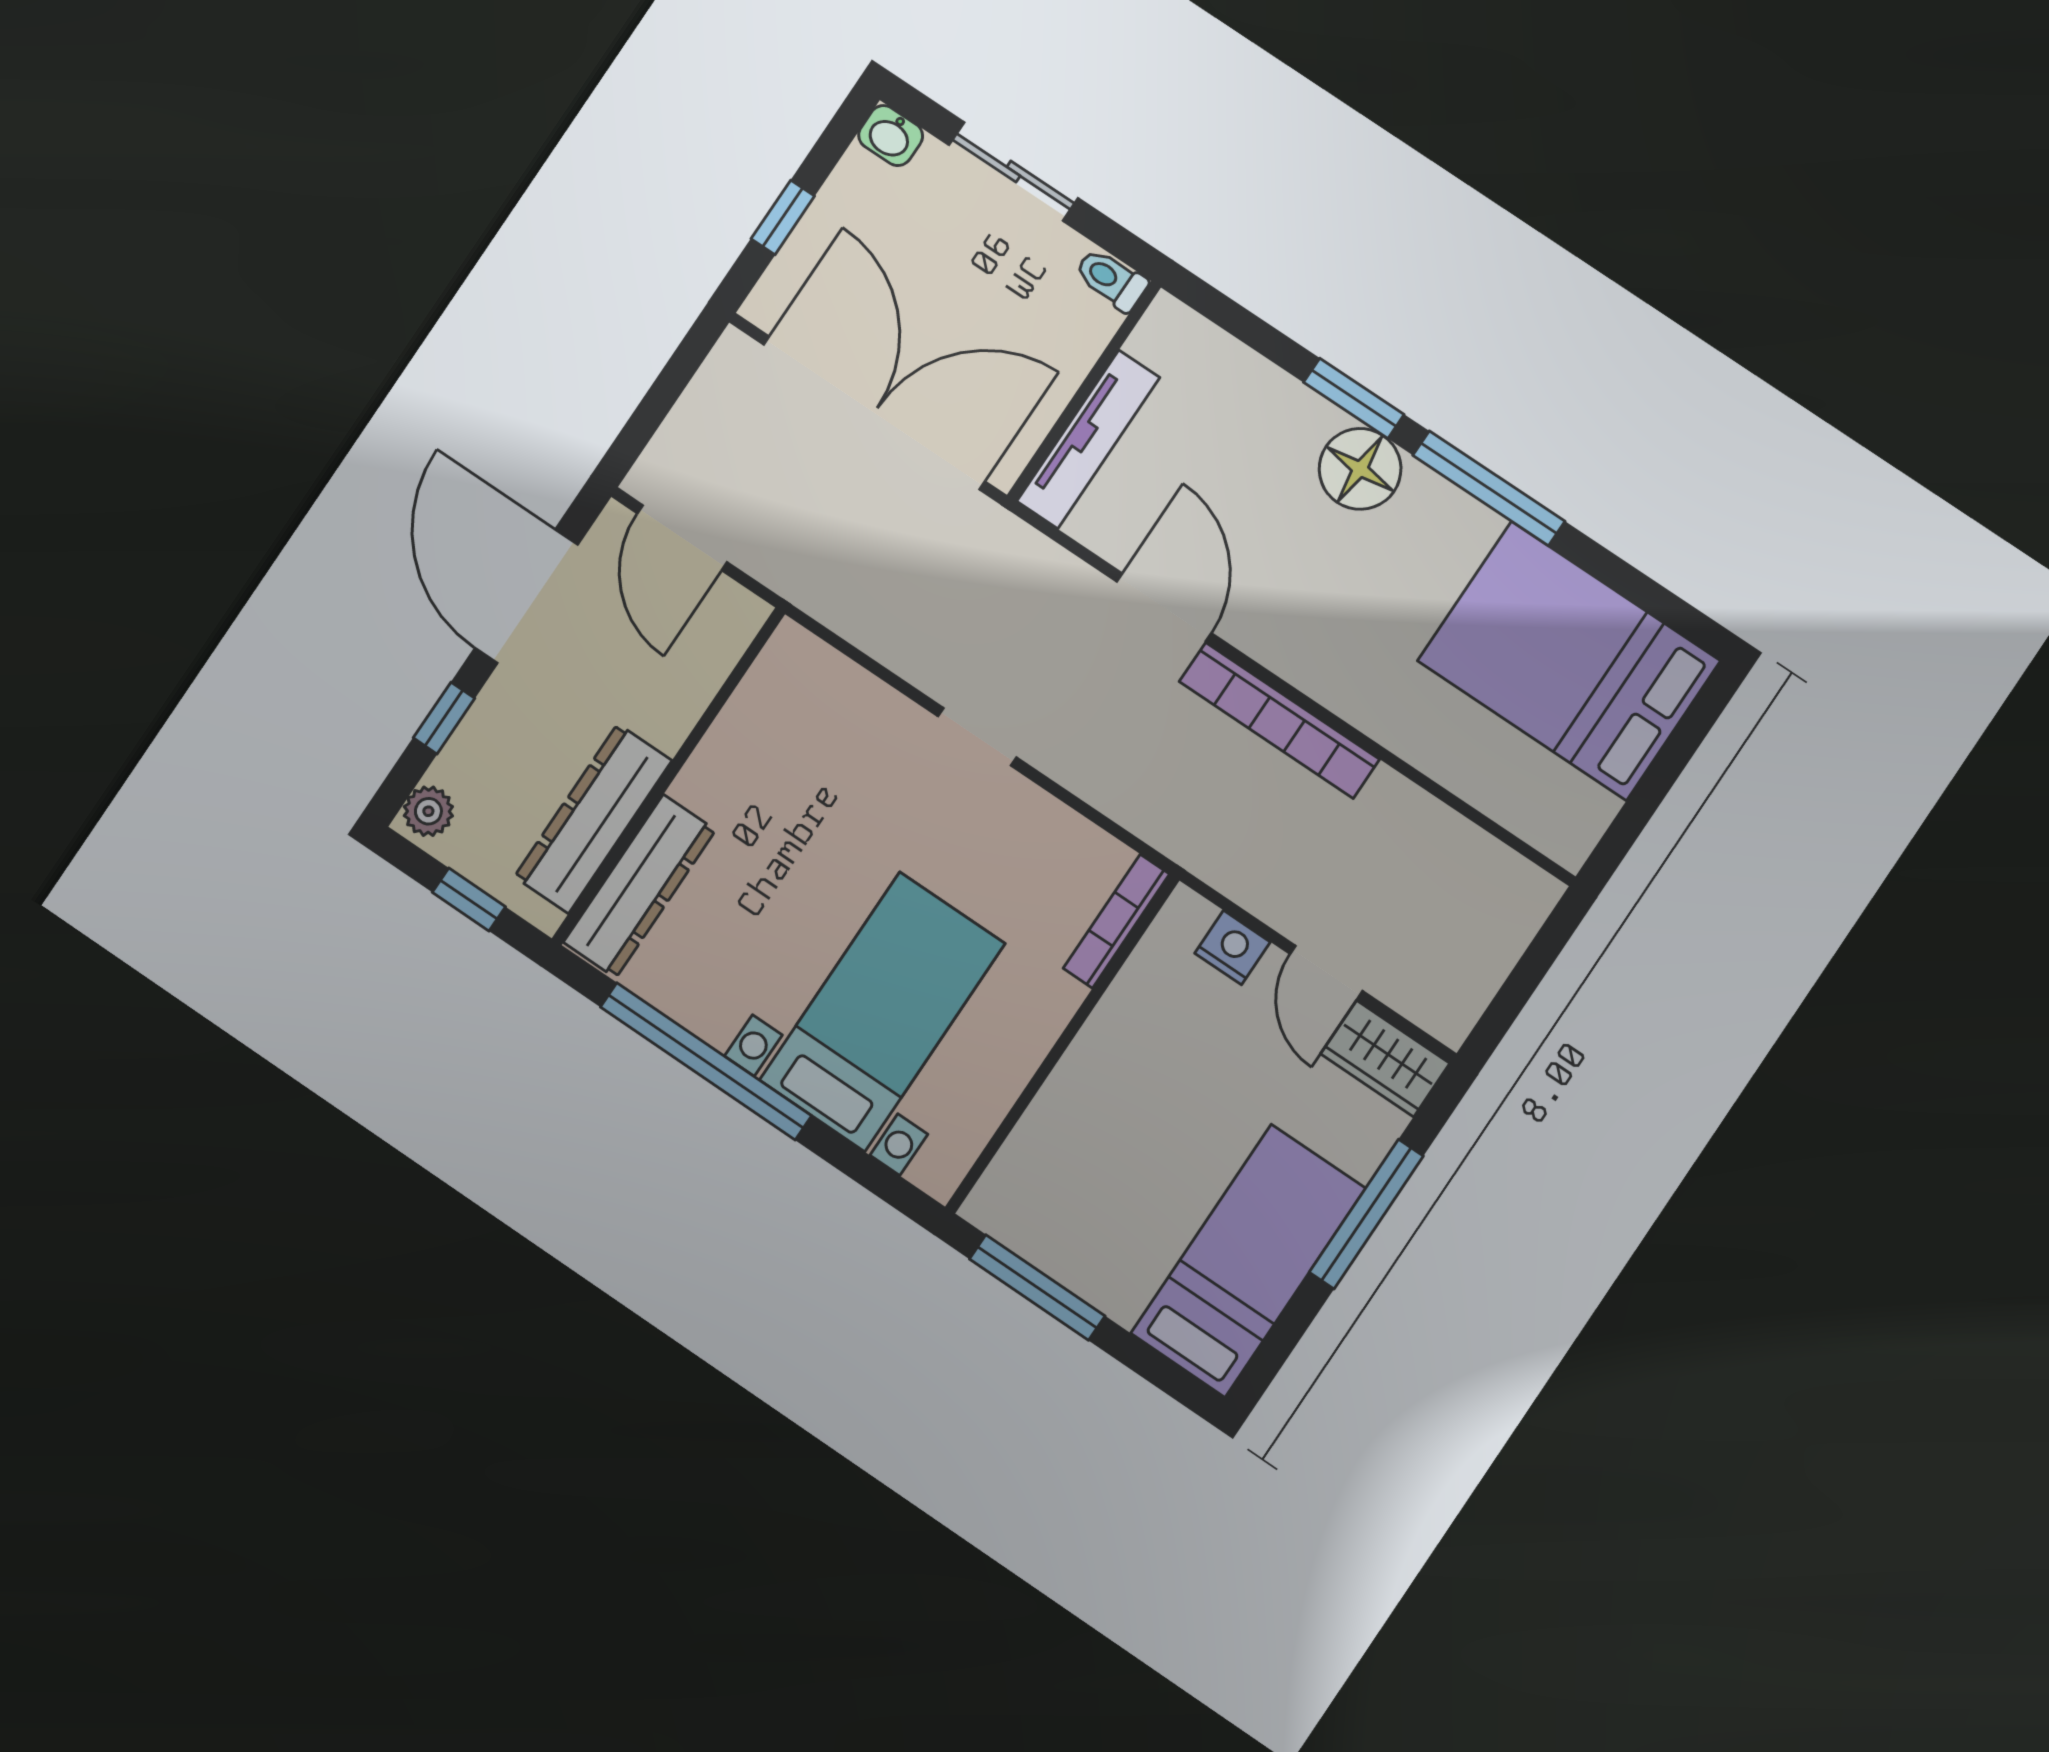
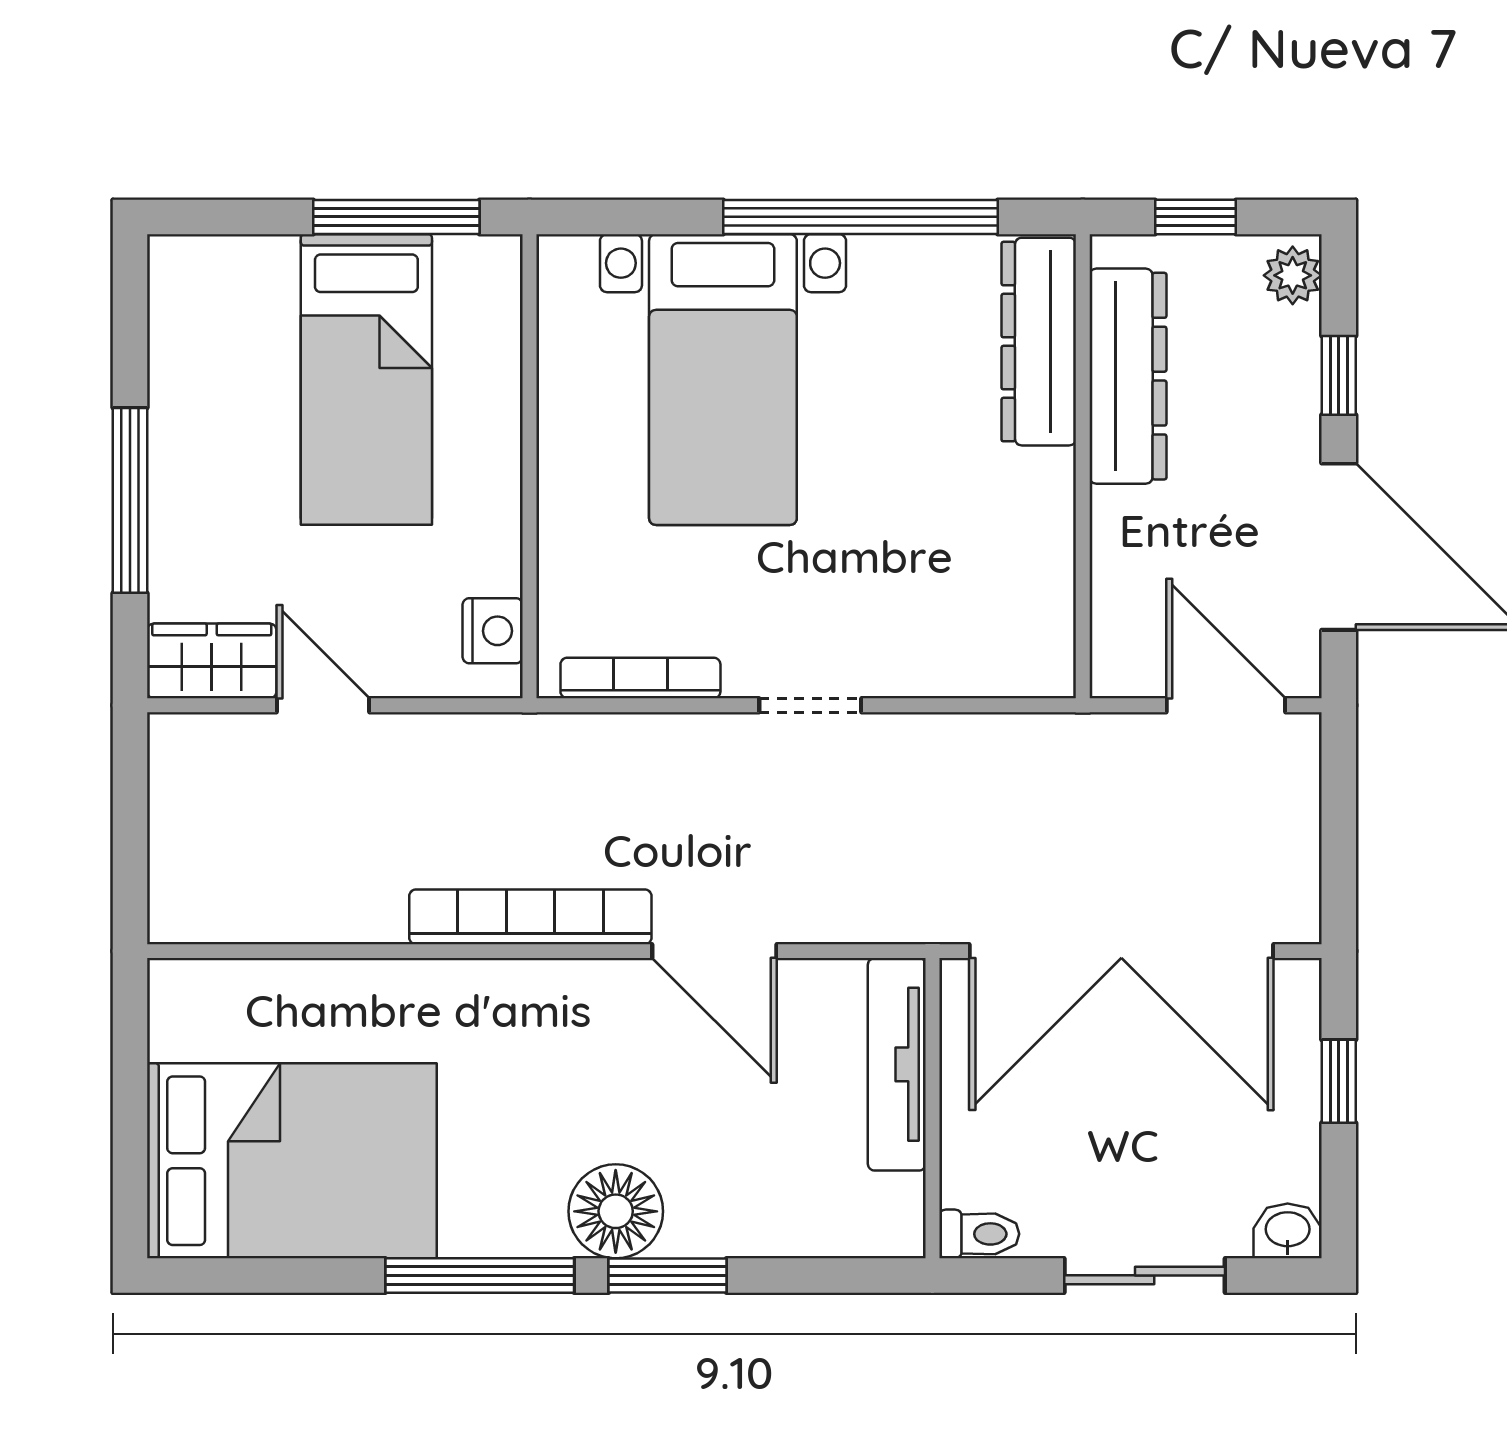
bookcase: (1116, 921) -> (640, 678), moved, turned -90
nightstand: (1232, 948) -> (493, 631), moved, turned -90
bed: (1248, 1261) -> (366, 379), moved

